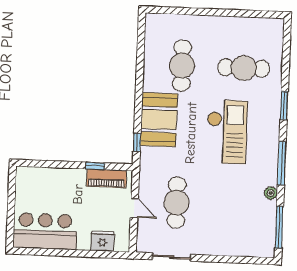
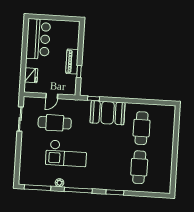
cafe table: (182, 66) -> (142, 128), turned 90
checkout: (227, 132) -> (66, 153), moved
piano: (107, 178) -> (72, 62), moved

